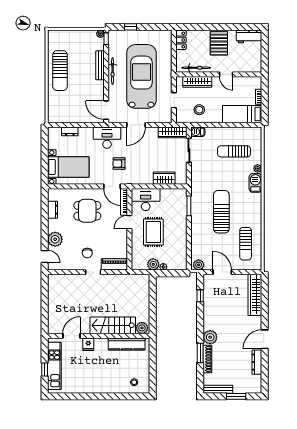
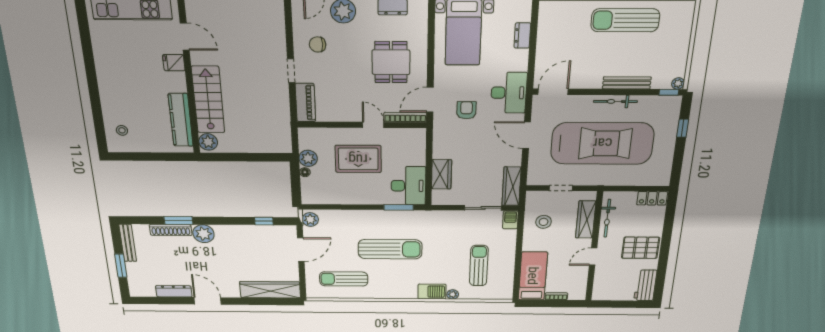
desk: (146, 200) -> (408, 186), moved
chair: (87, 253) -> (318, 44), moved

